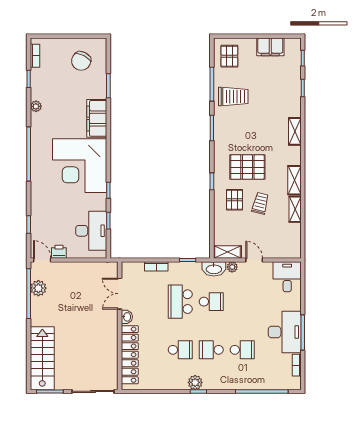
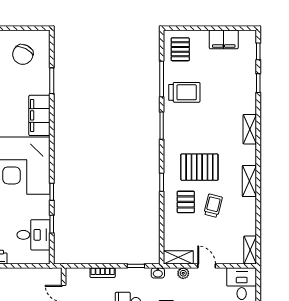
shelving: (295, 209) -> (250, 250), moved
desk: (91, 231) -> (34, 235), width x0.73
washbasin: (214, 269) -> (158, 273), width x0.52, depth x0.69

